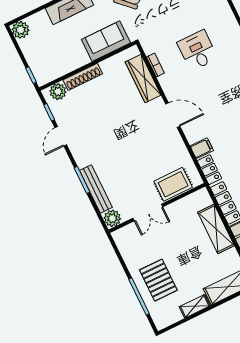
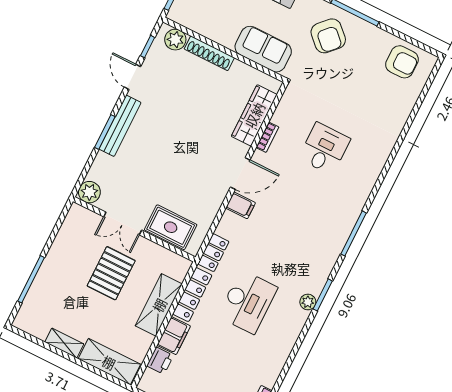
bookcase: (155, 65) -> (267, 137), moved
door: (173, 115) -> (240, 174), hinge flipped
door: (61, 136) -> (132, 77), hinge flipped
filing cabinet: (202, 148) -> (241, 205), moved
bench: (96, 189) -> (120, 126), moved
pallet: (158, 280) -> (111, 273), moved

